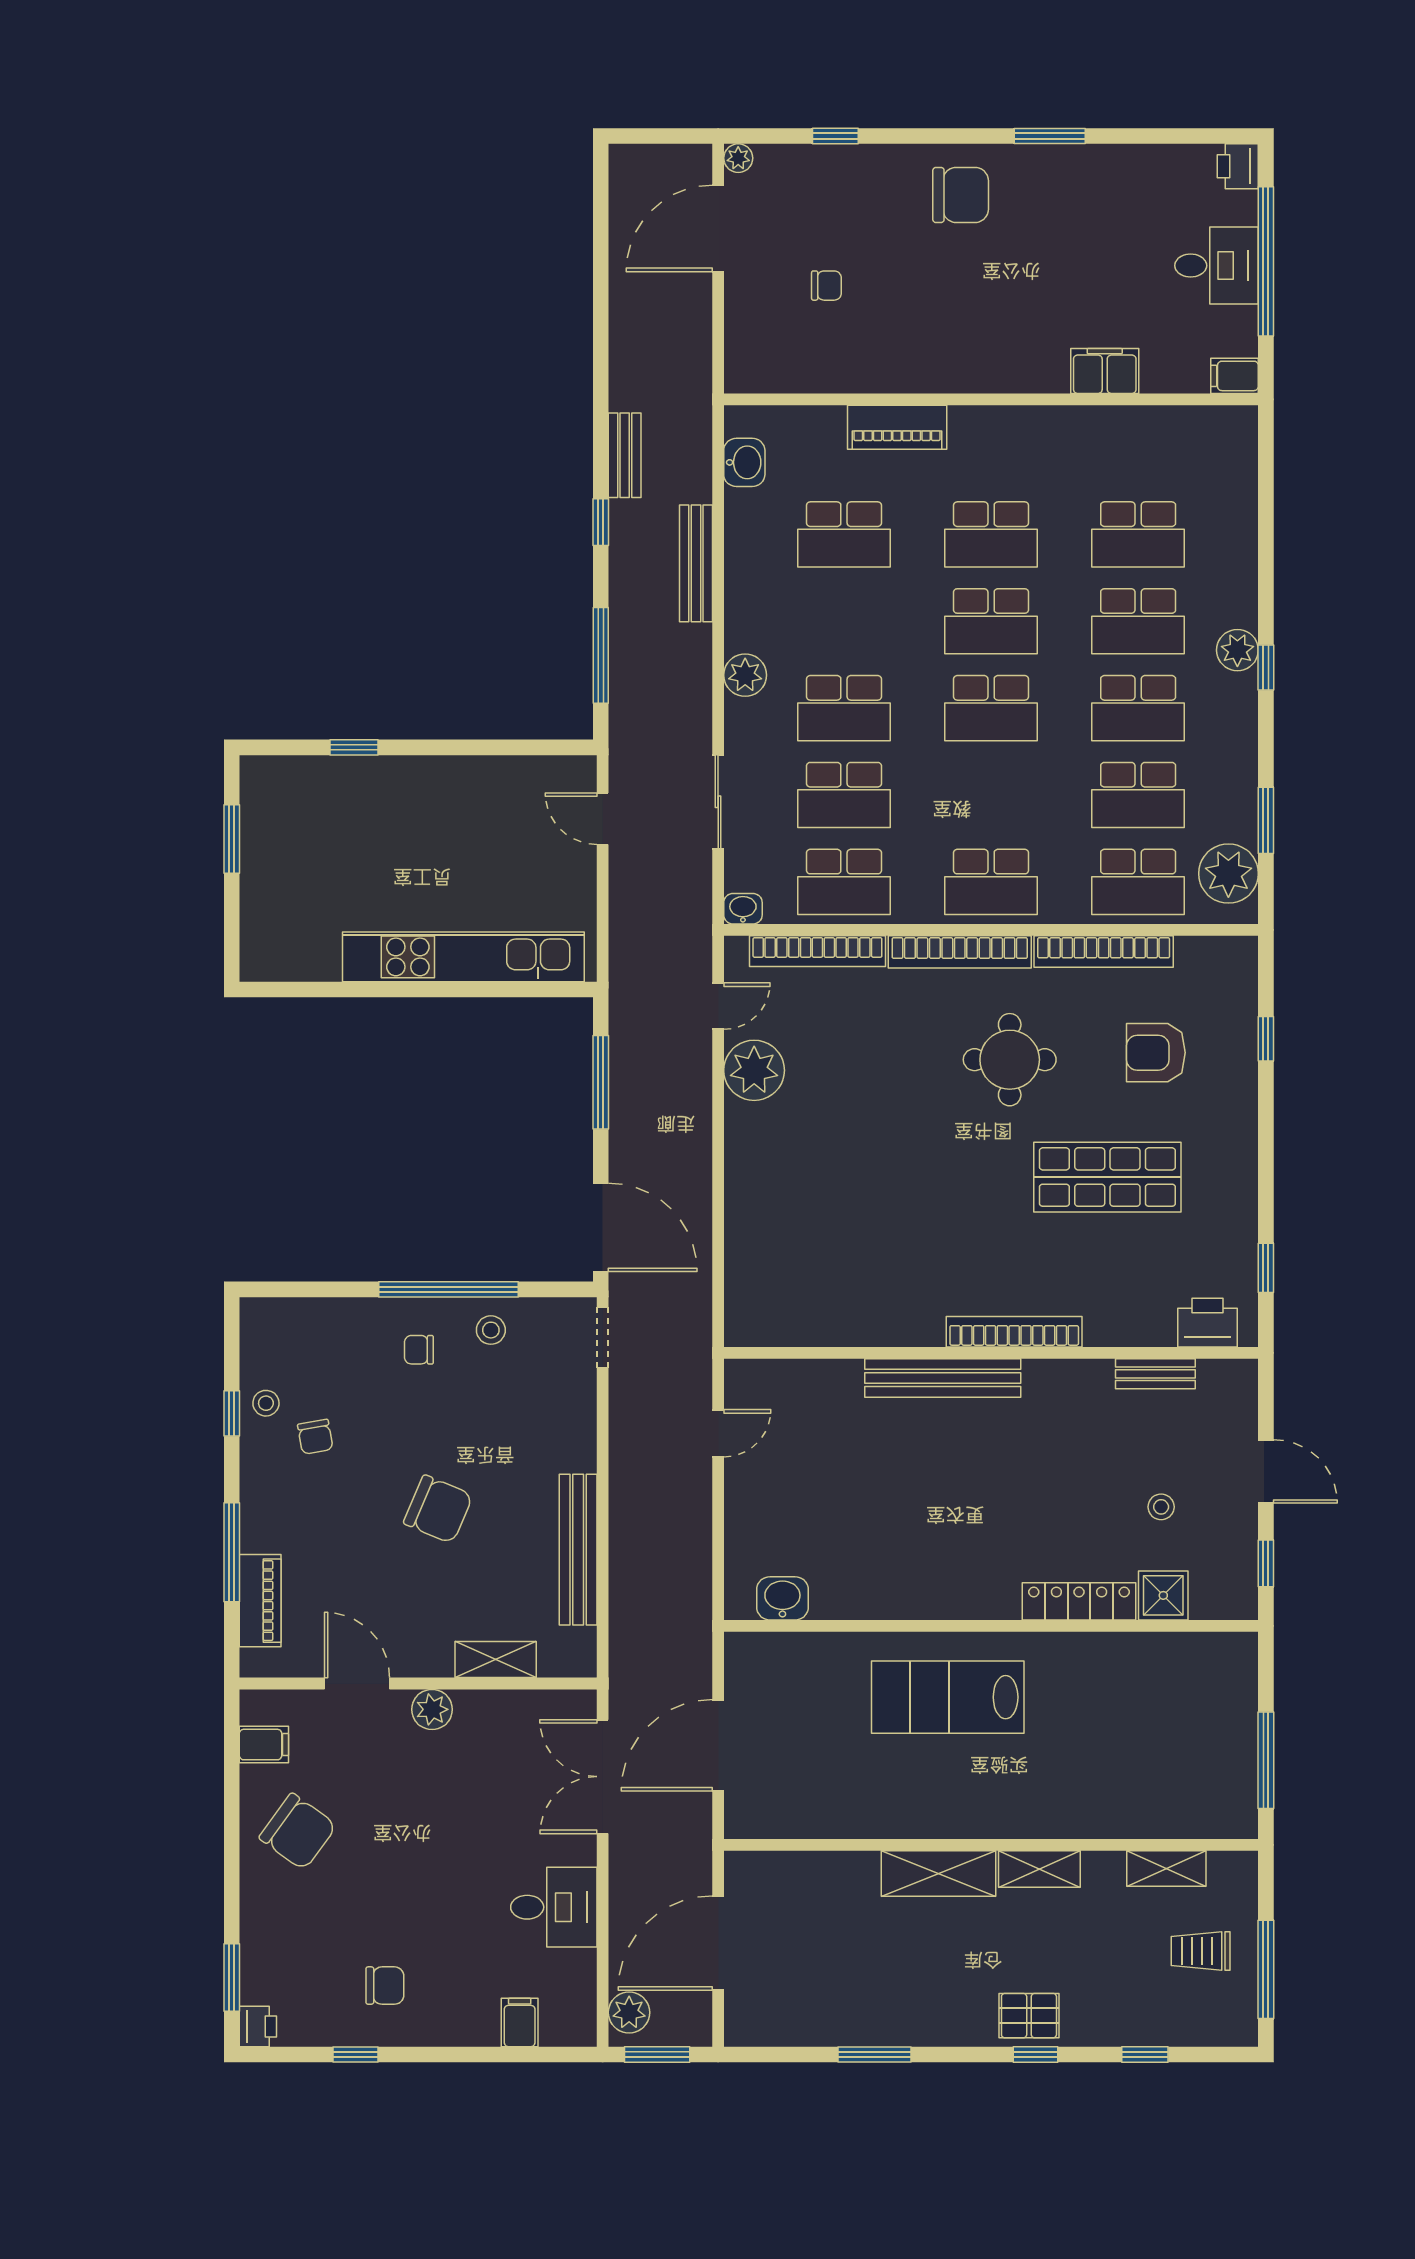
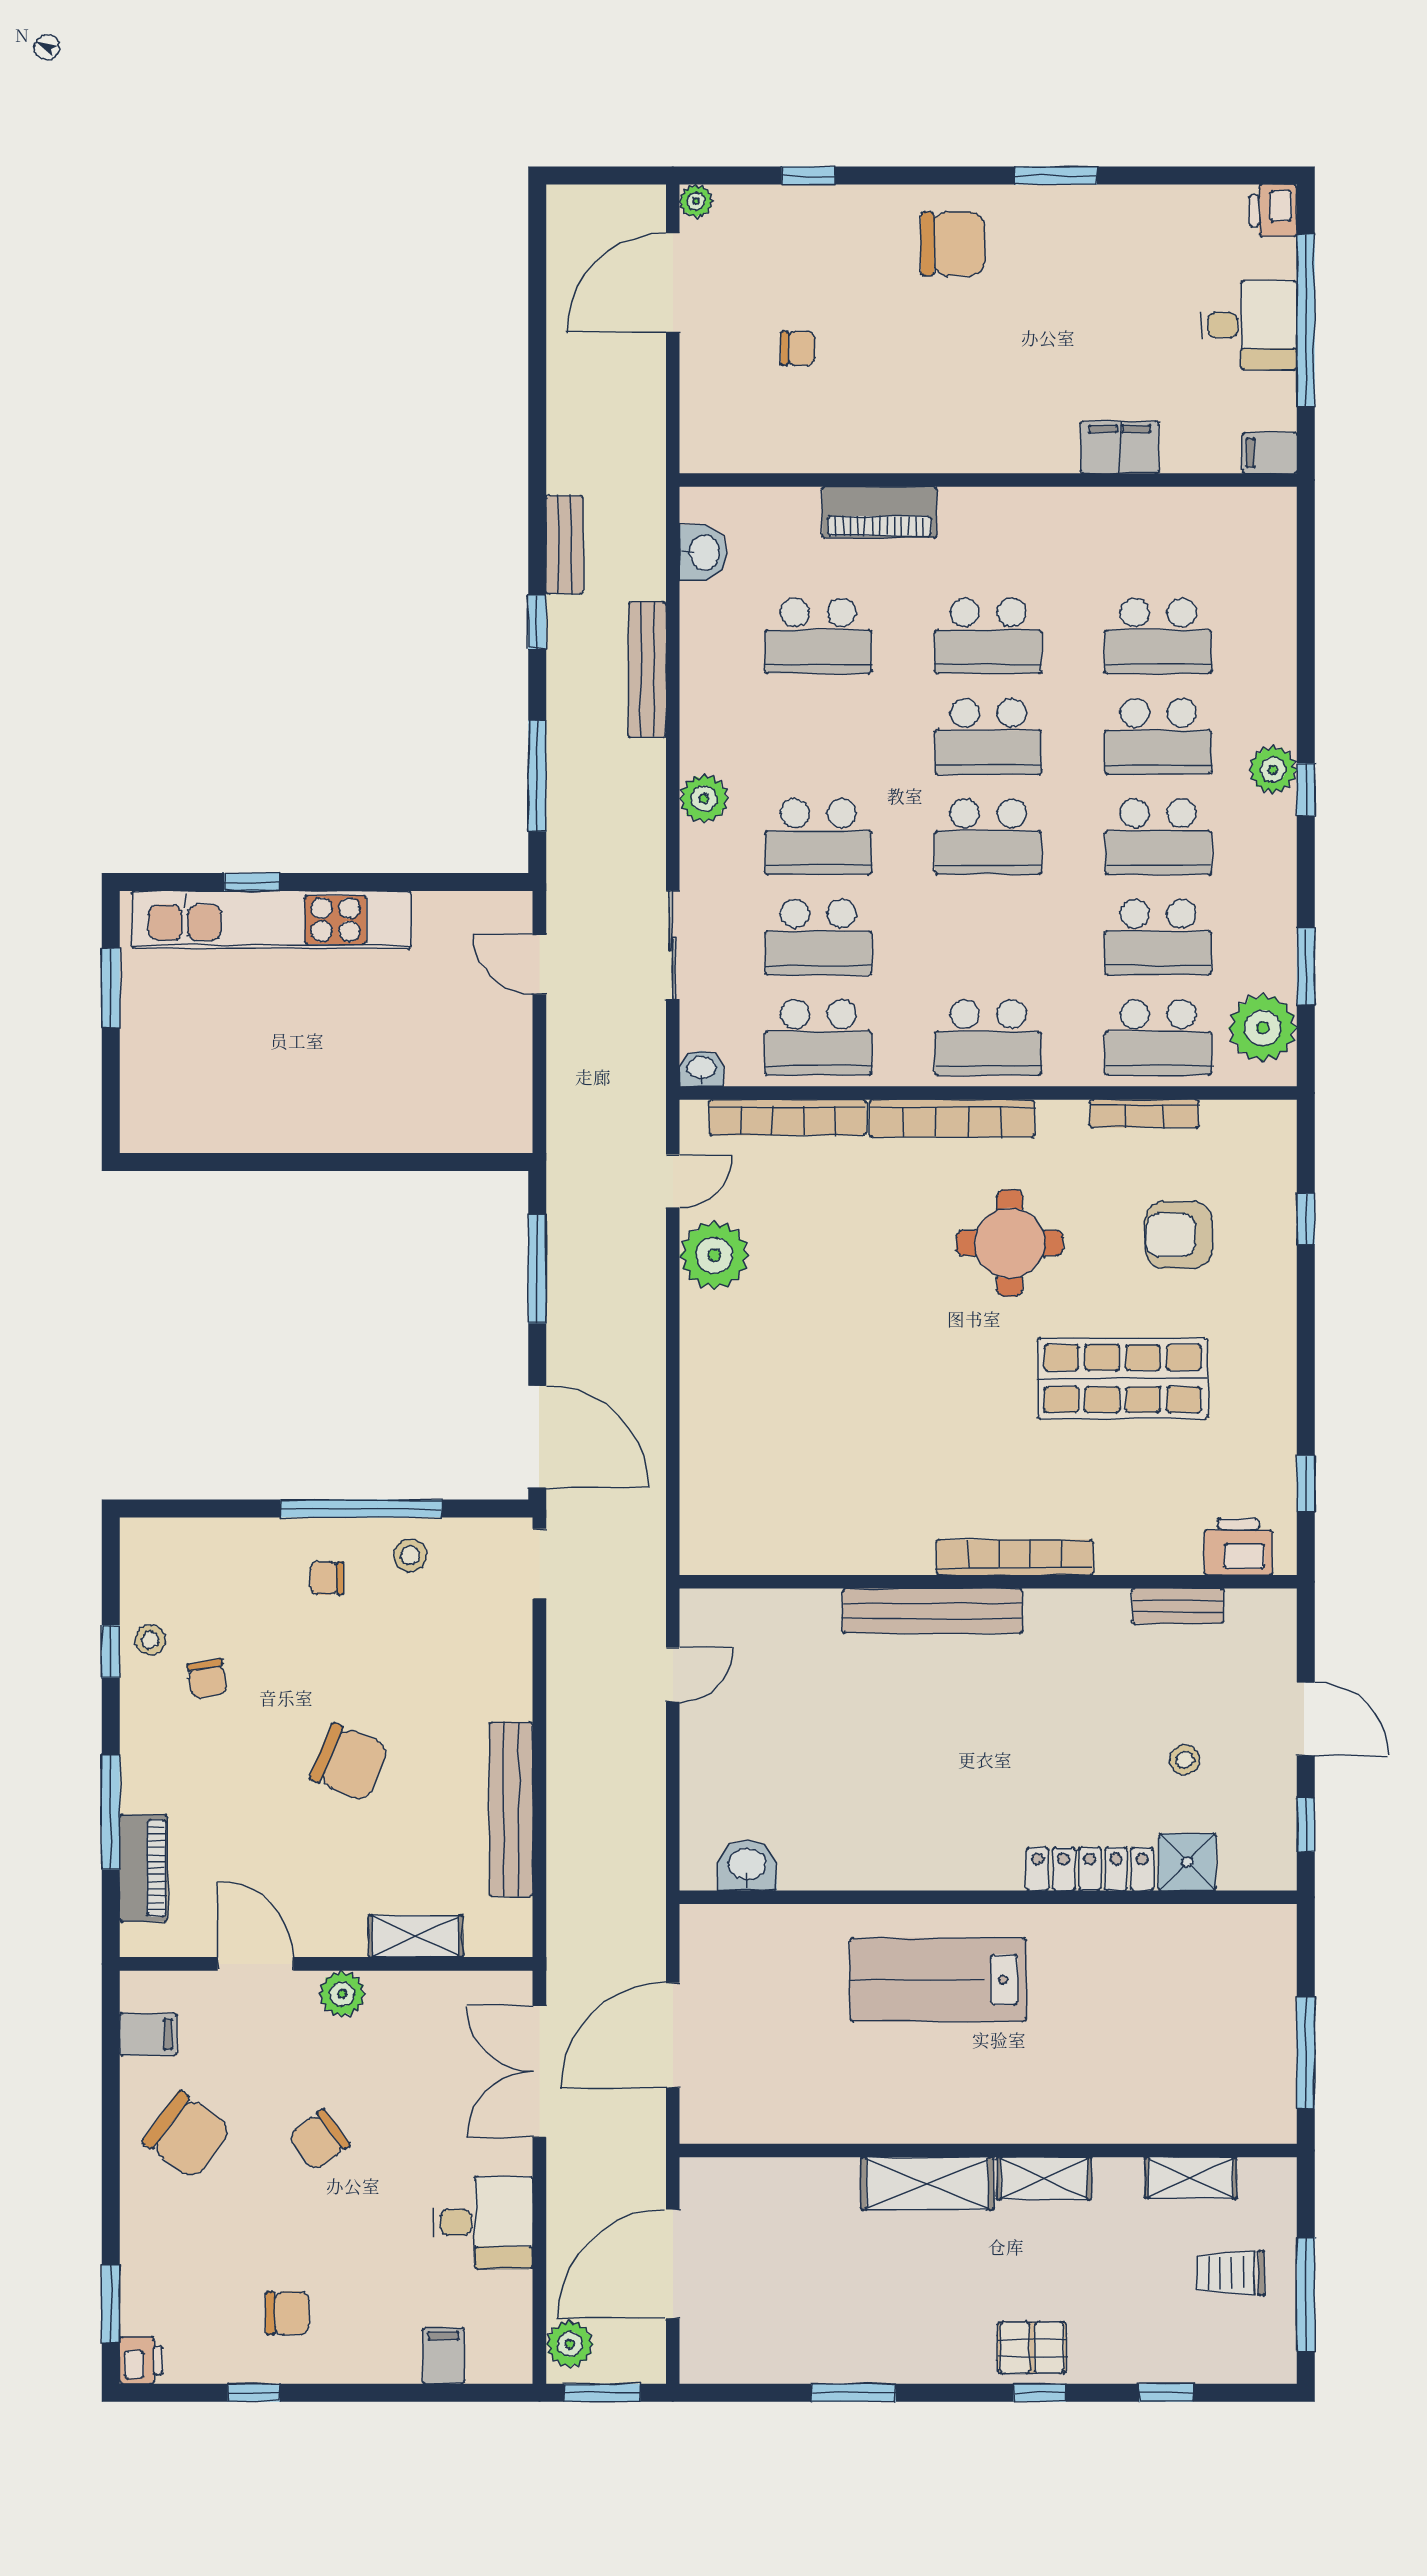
bookcase: (1104, 952) -> (1144, 1114), width x0.68, depth x0.76
kitchen unit: (463, 957) -> (271, 920), moved, turned 180
chair: (412, 1836) -> (319, 2140), added

